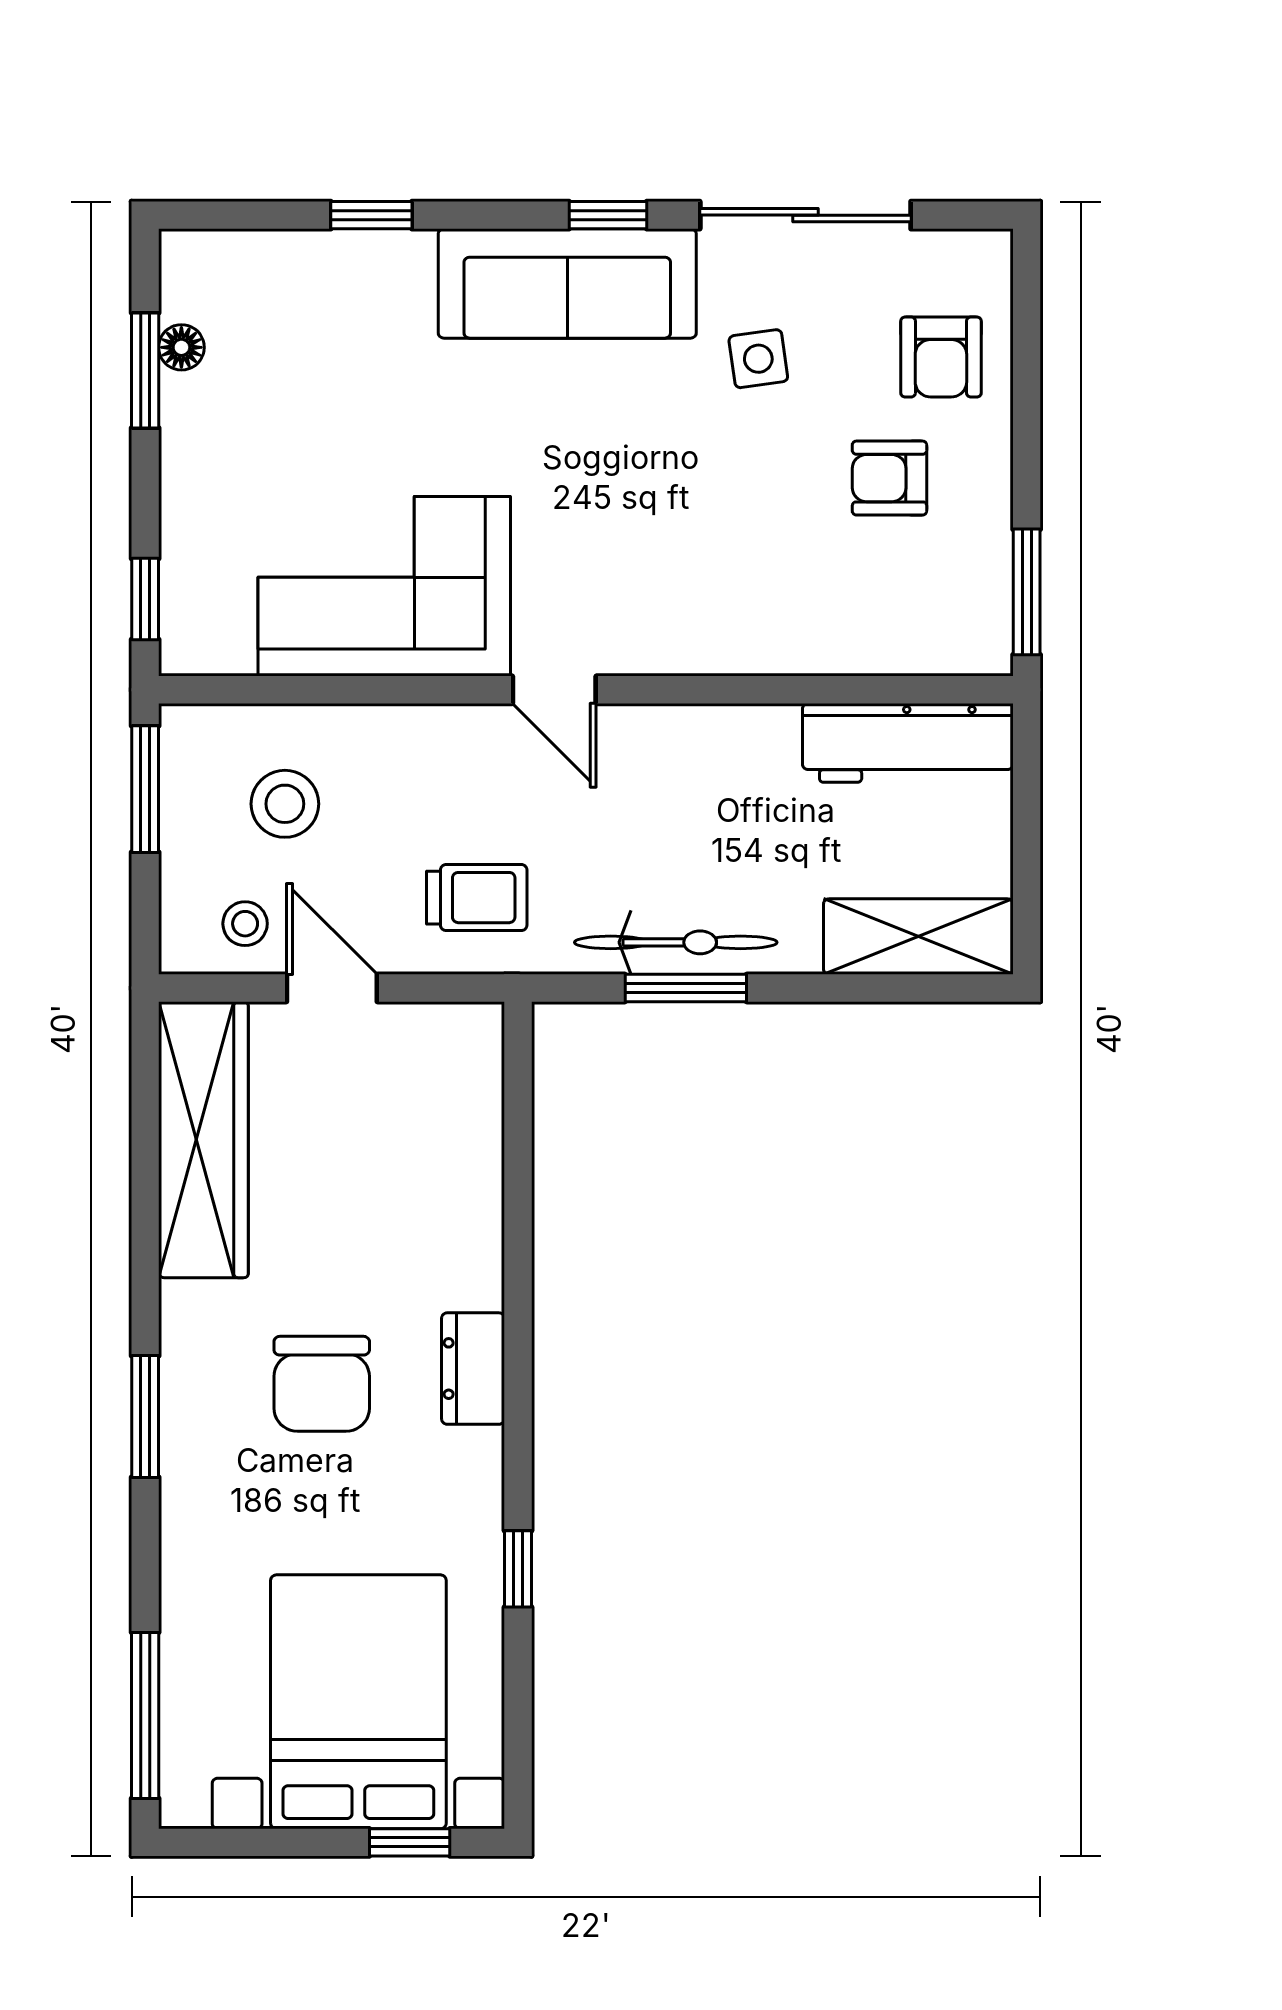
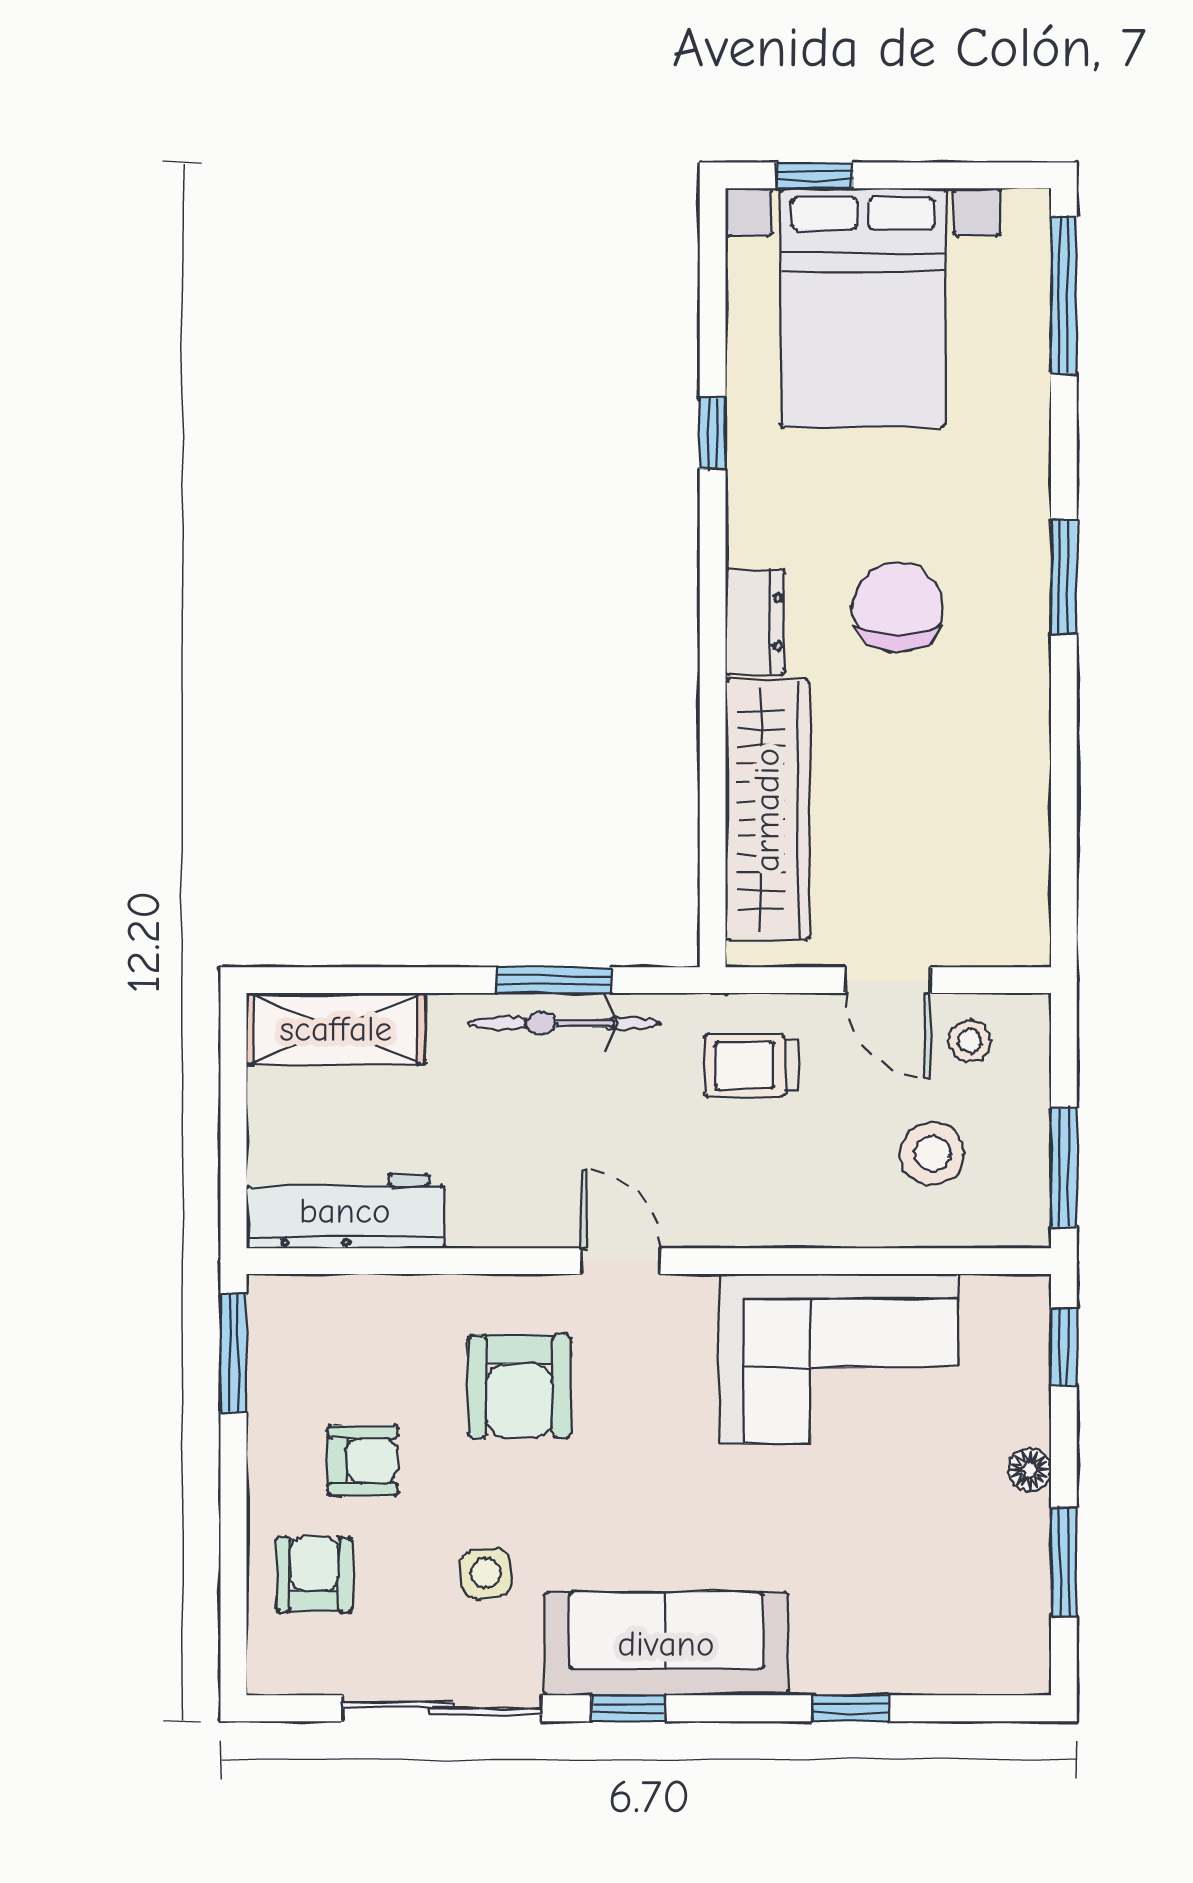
floor lamp: (181, 347) -> (1030, 1470), moved
armchair: (723, 557) -> (519, 1386), added
door: (554, 690) -> (620, 1261), moved
wardrobe: (203, 1140) -> (767, 810), moved, turned 180

